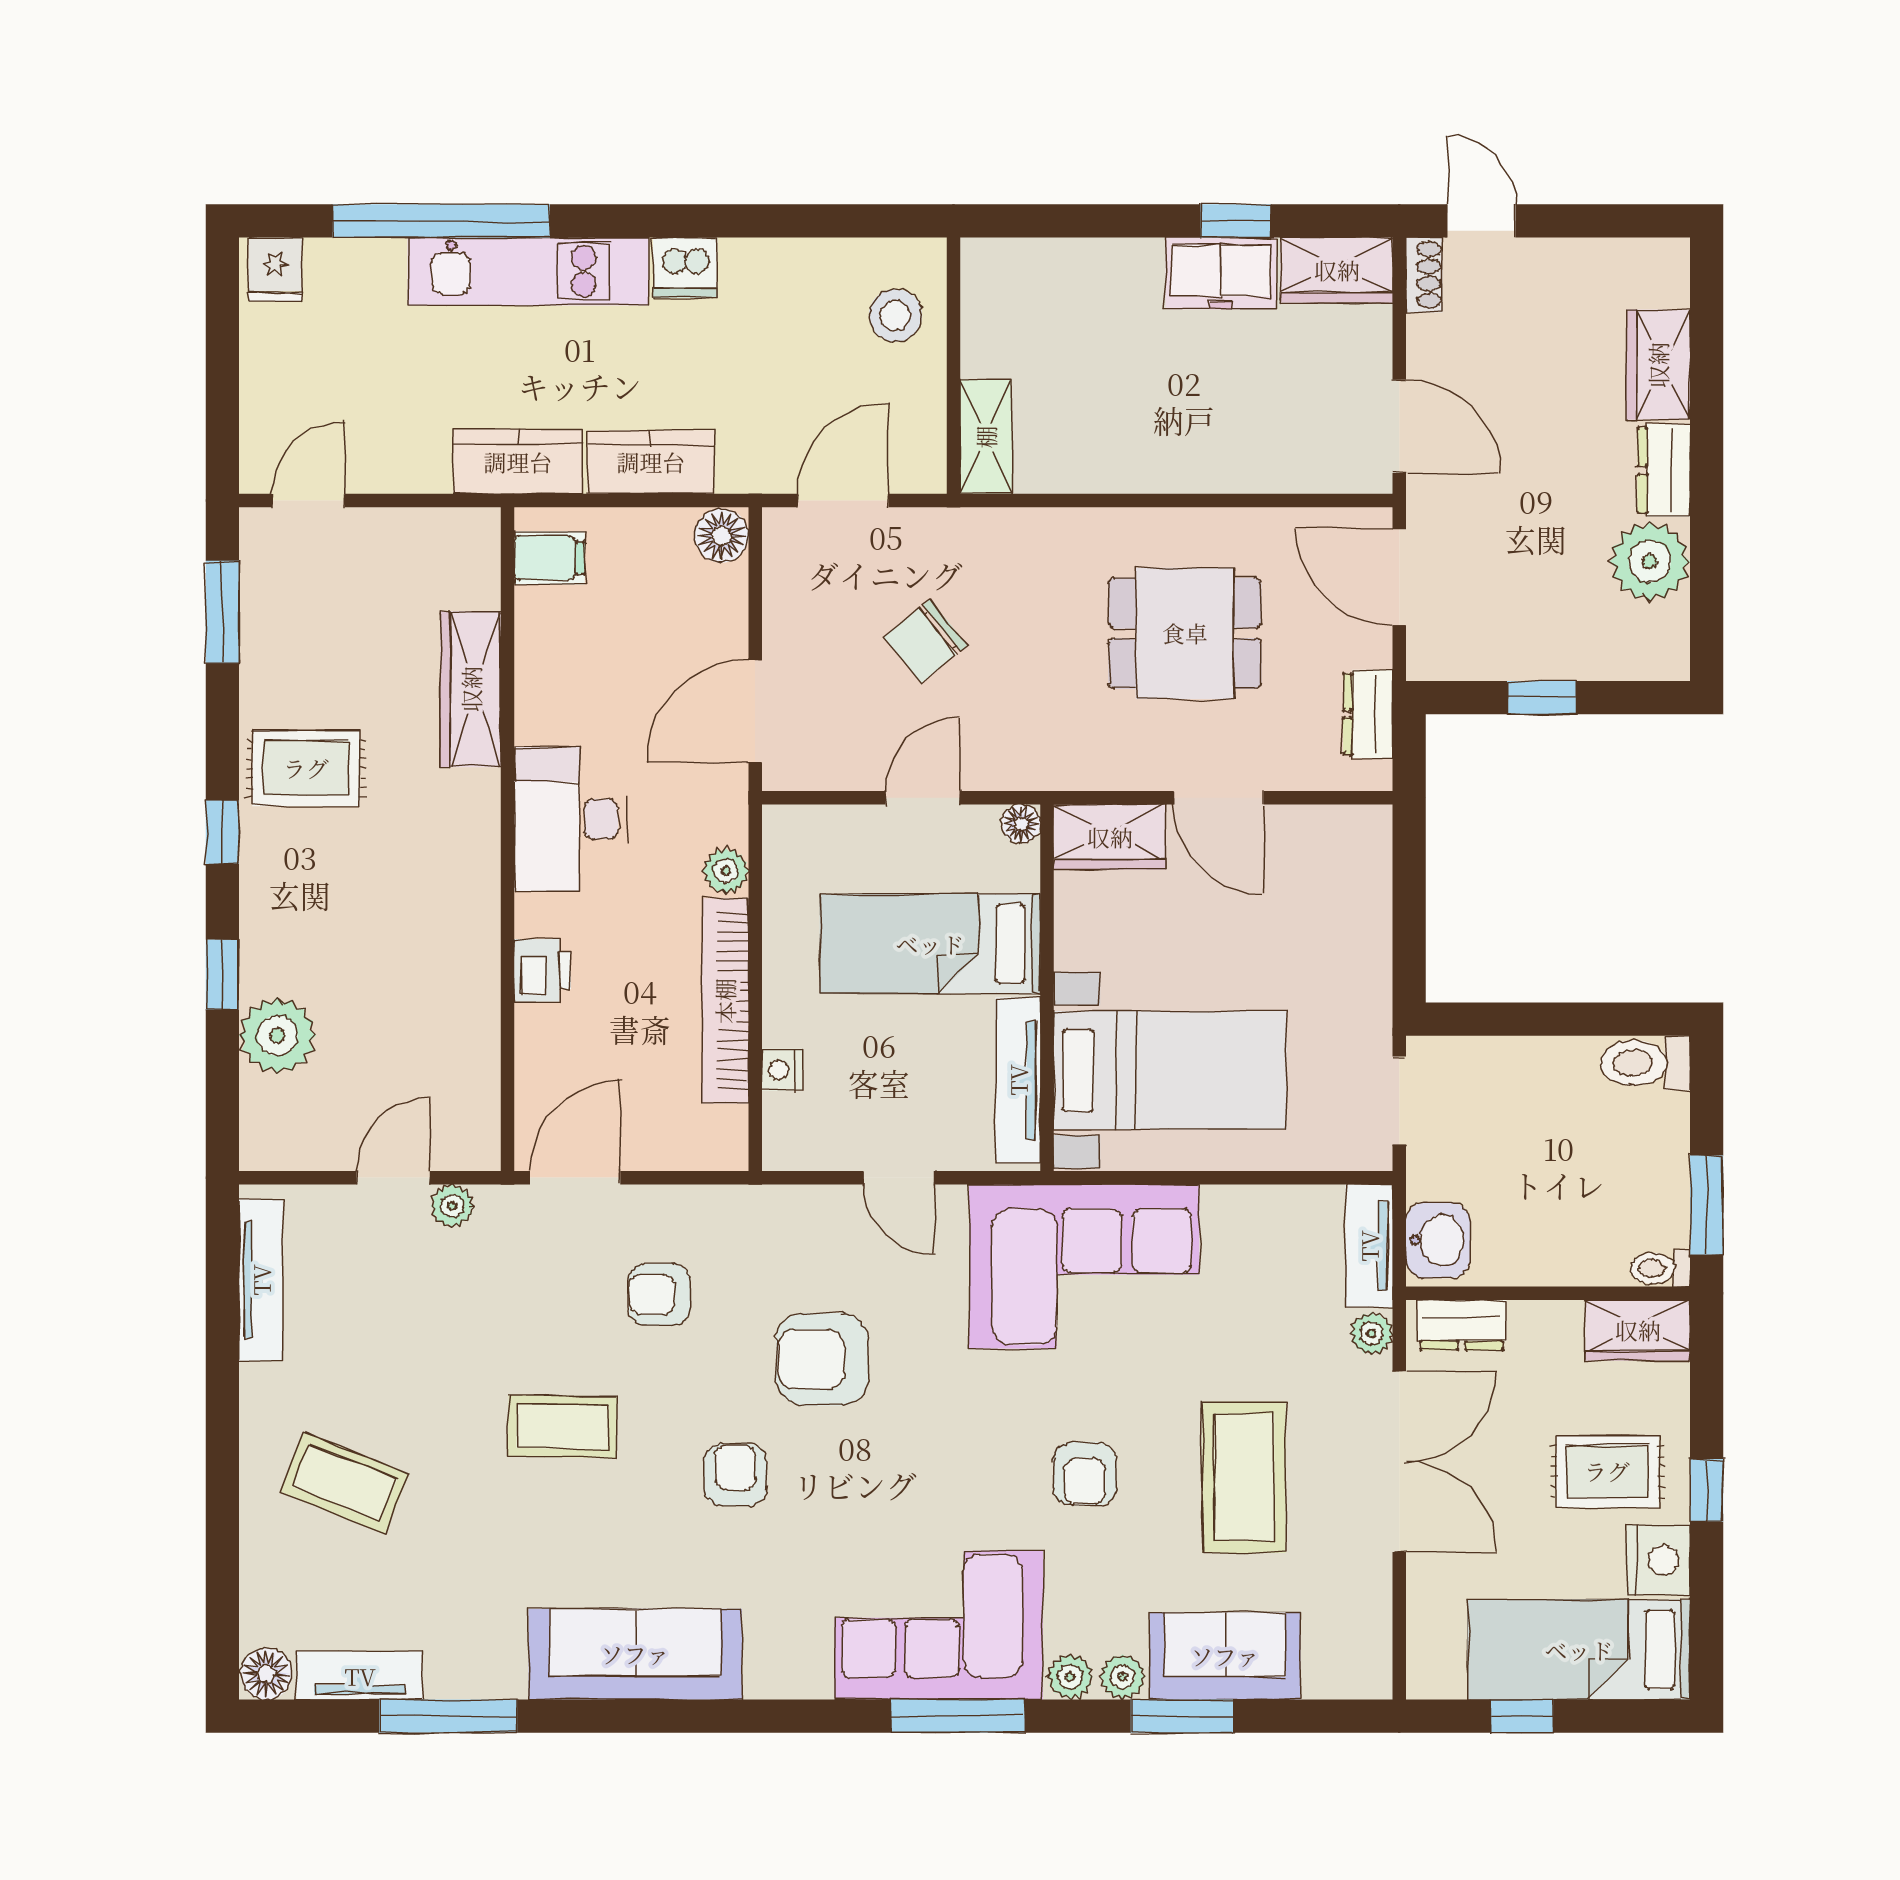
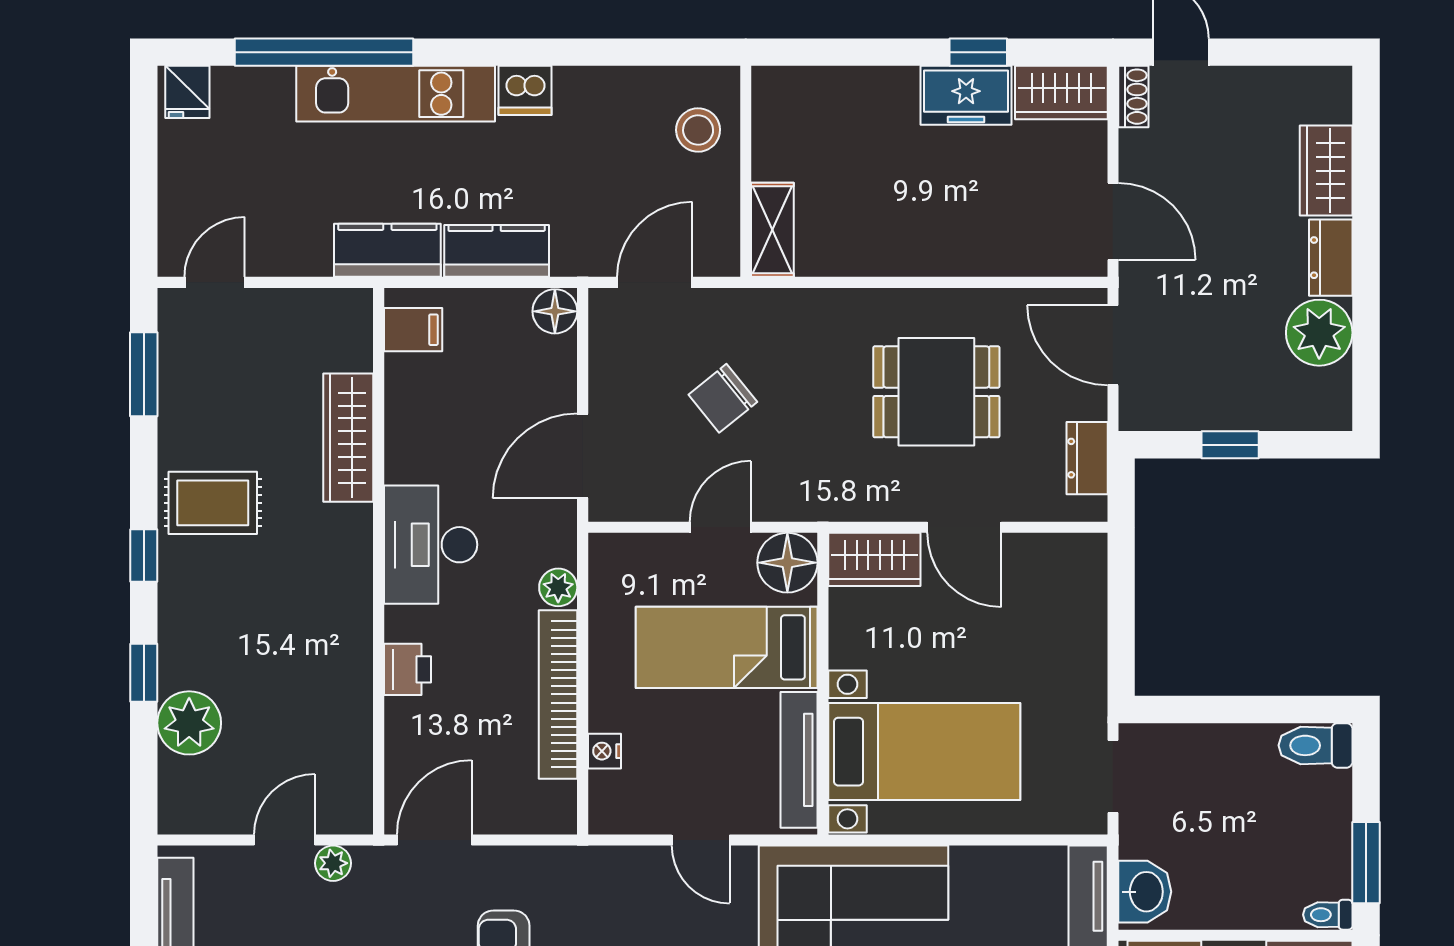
floor lamp: (1021, 824) -> (787, 563), width x1.89, depth x1.89

